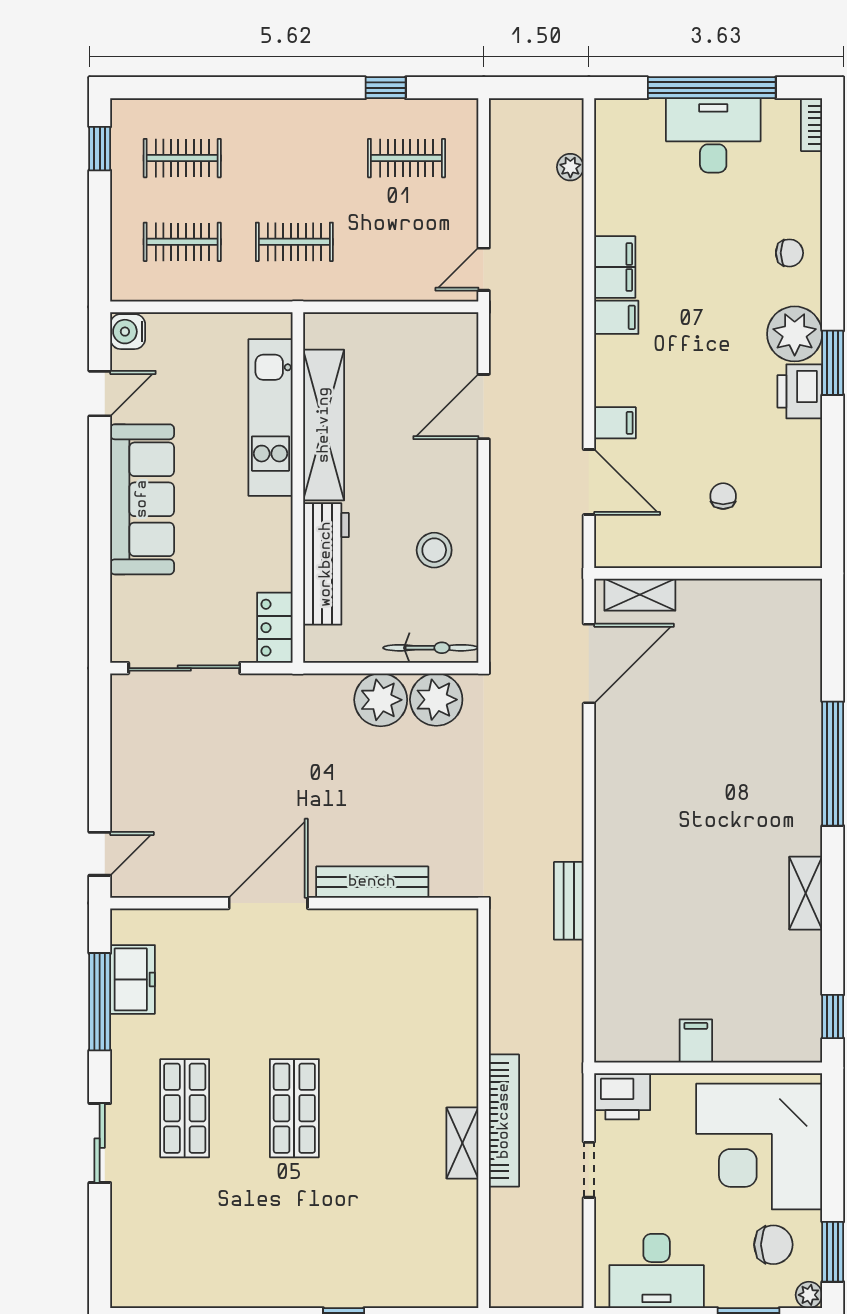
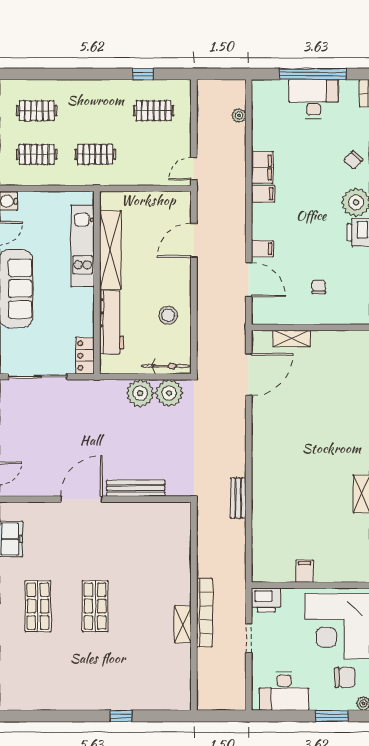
chair: (789, 253) -> (353, 160), turned 133
shelving: (640, 595) -> (291, 338), moved

